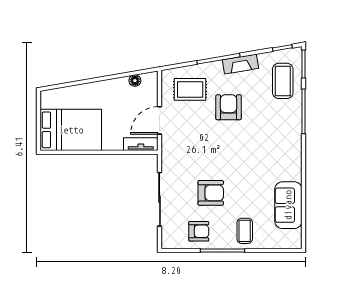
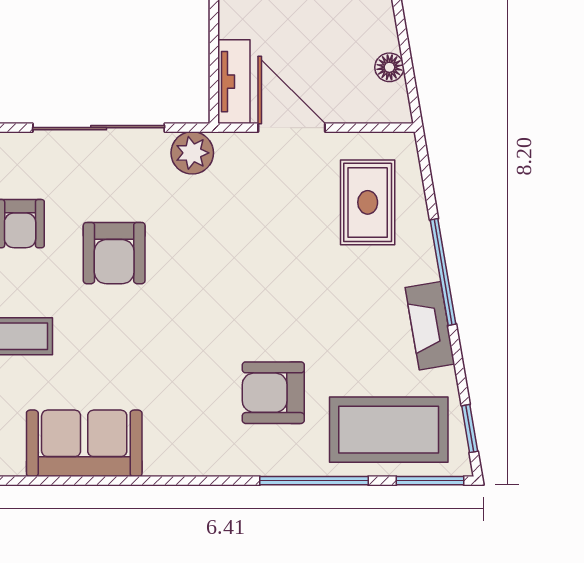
coffee table: (283, 81) -> (389, 430), width x1.36, depth x1.32
armchair: (229, 107) -> (273, 393), moved, turned 180
plant: (170, 161) -> (192, 153), added

